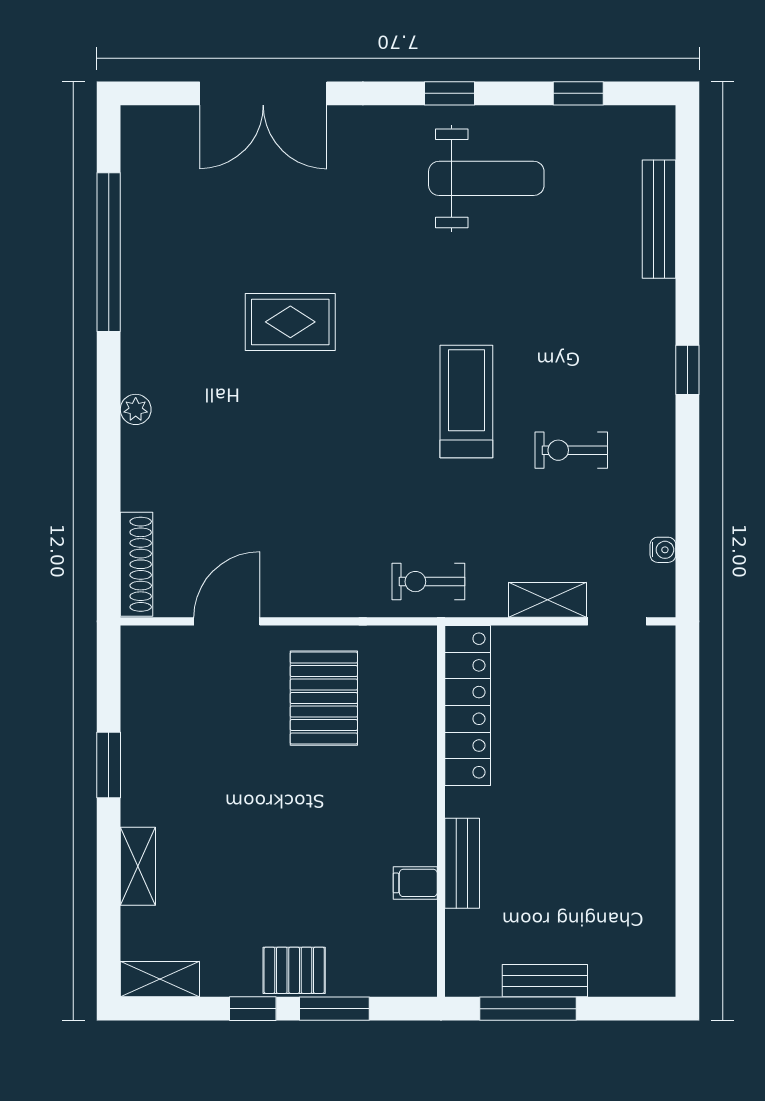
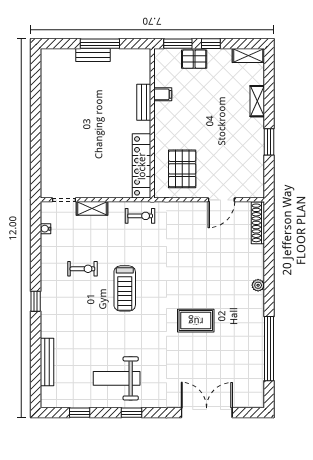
locker: (468, 705) -> (142, 166), moved
wall: (441, 811) -> (152, 123), moved
bench: (462, 863) -> (144, 102), moved
filing cabinet: (415, 883) -> (163, 94), moved

